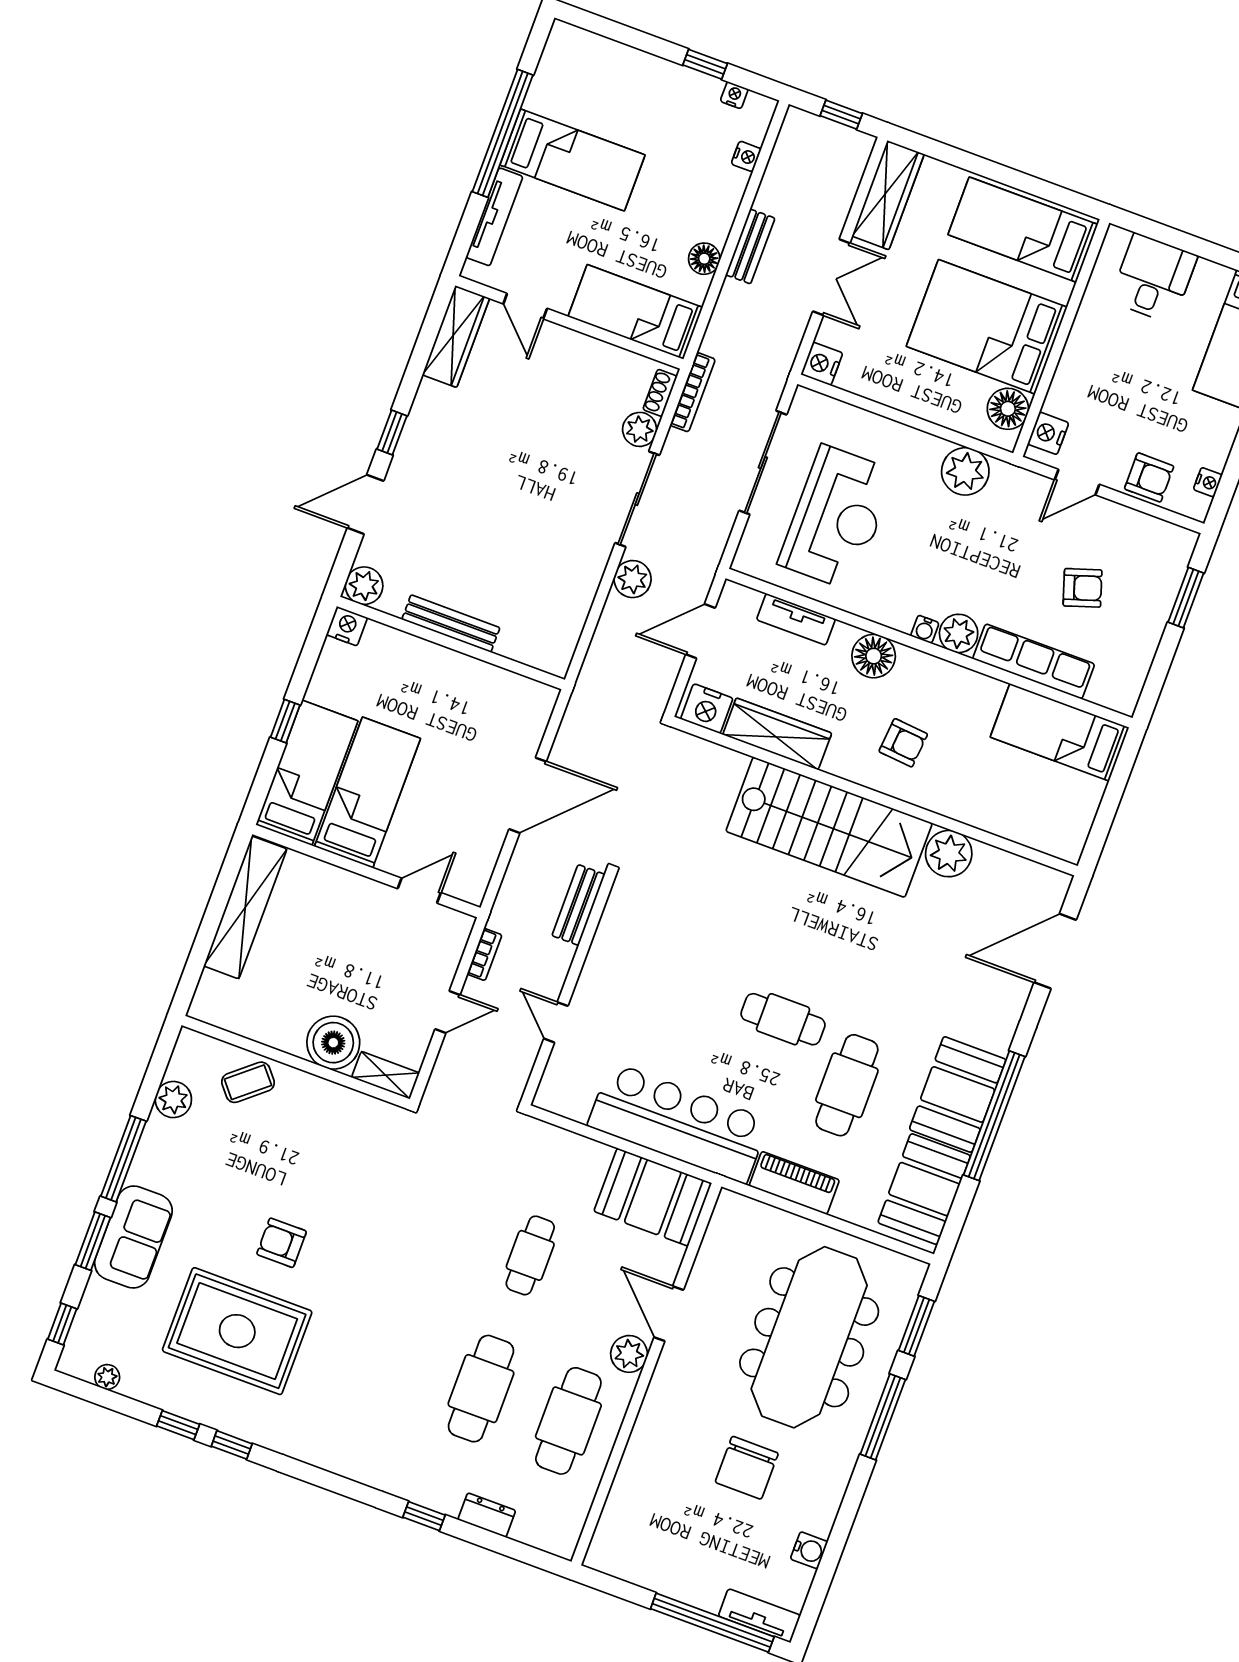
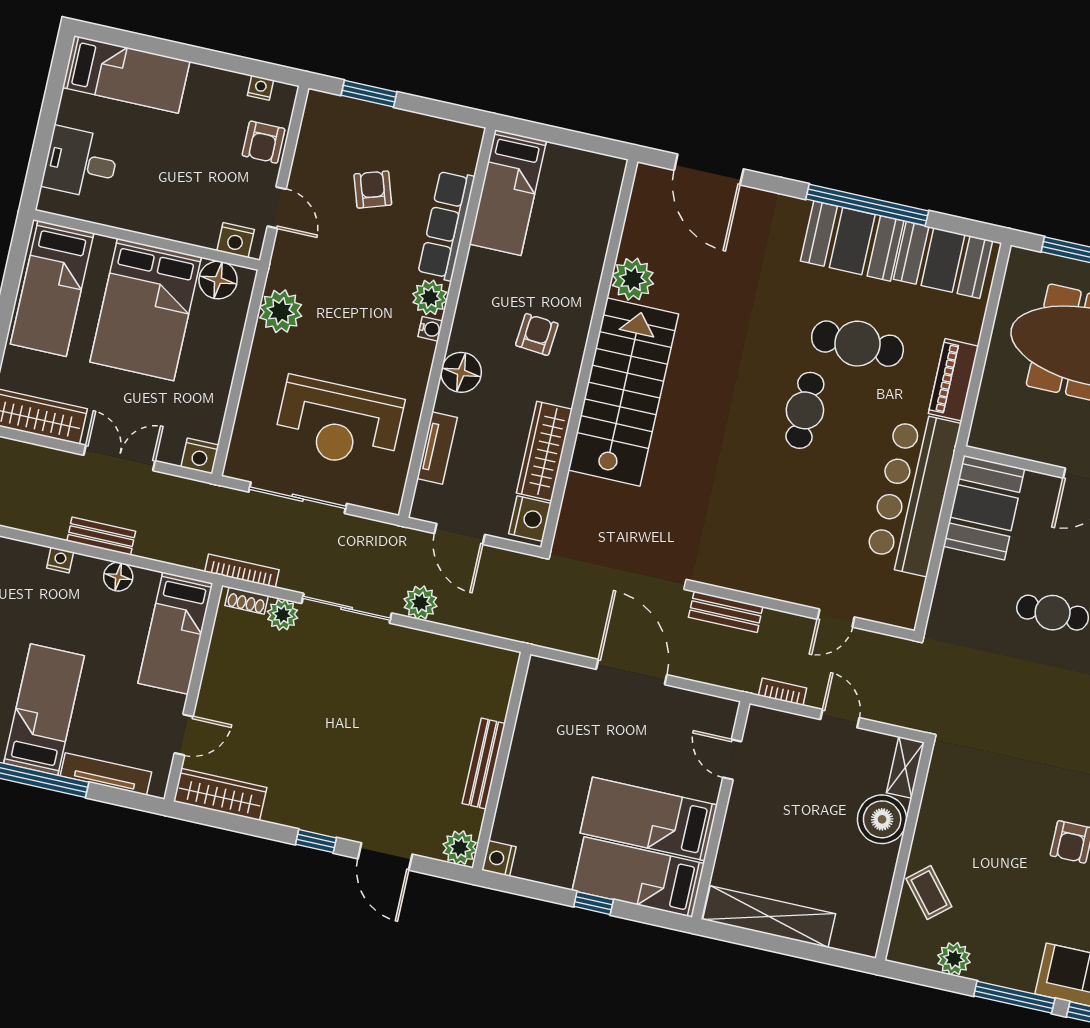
nightstand: (746, 156) -> (60, 560), moved
armchair: (1149, 477) -> (263, 142), turned 180
reception desk: (837, 518) -> (339, 423), turned 180

